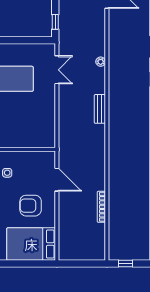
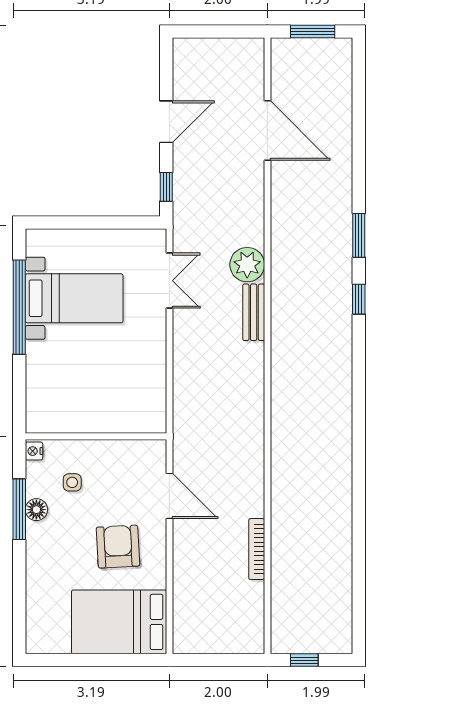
plant: (101, 62) -> (247, 265), width x1.87, depth x1.87
bench: (100, 109) -> (254, 312), moved
armchair: (31, 206) -> (118, 547), turned 87

